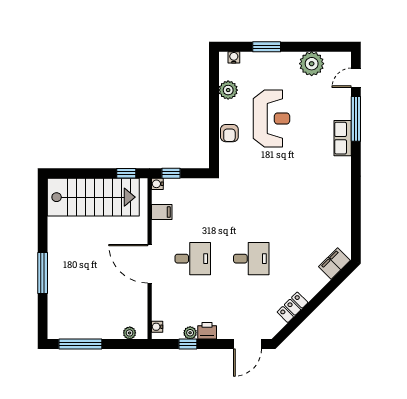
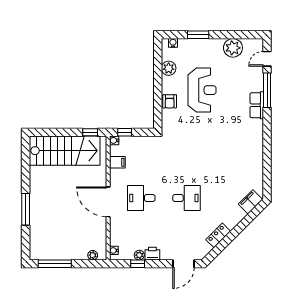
desk: (193, 259) -> (141, 198), turned 180

